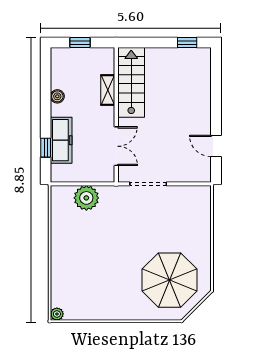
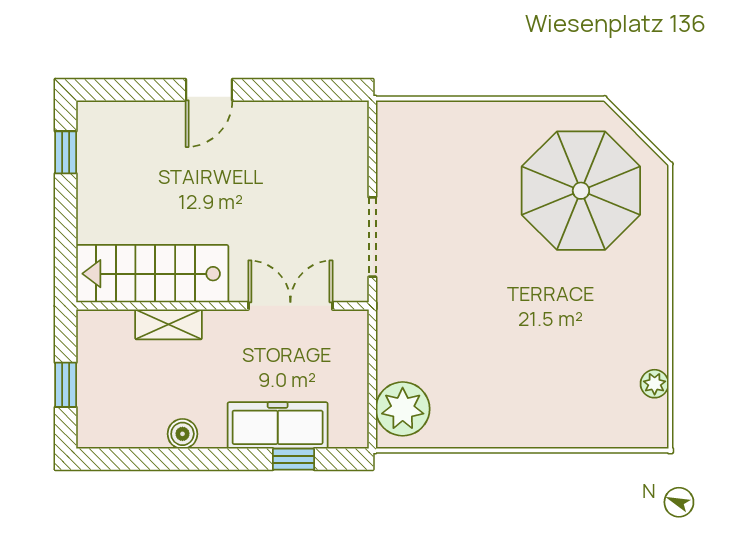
door: (216, 146) -> (209, 90), moved
plant: (86, 198) -> (403, 409), moved
plant: (57, 314) -> (655, 384), moved

